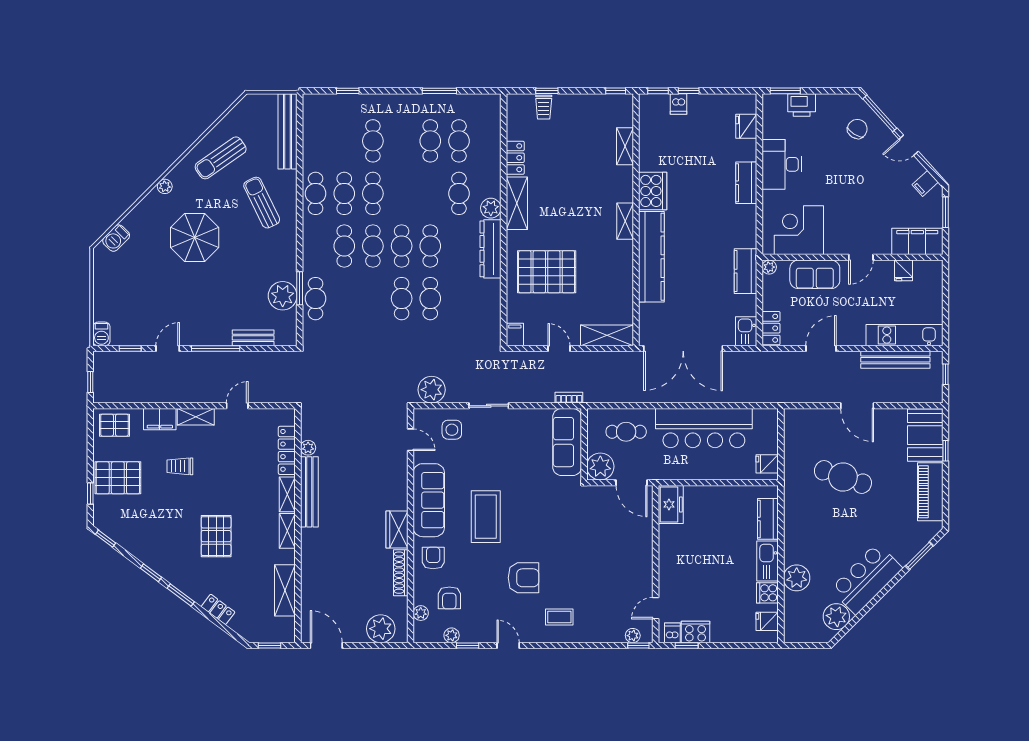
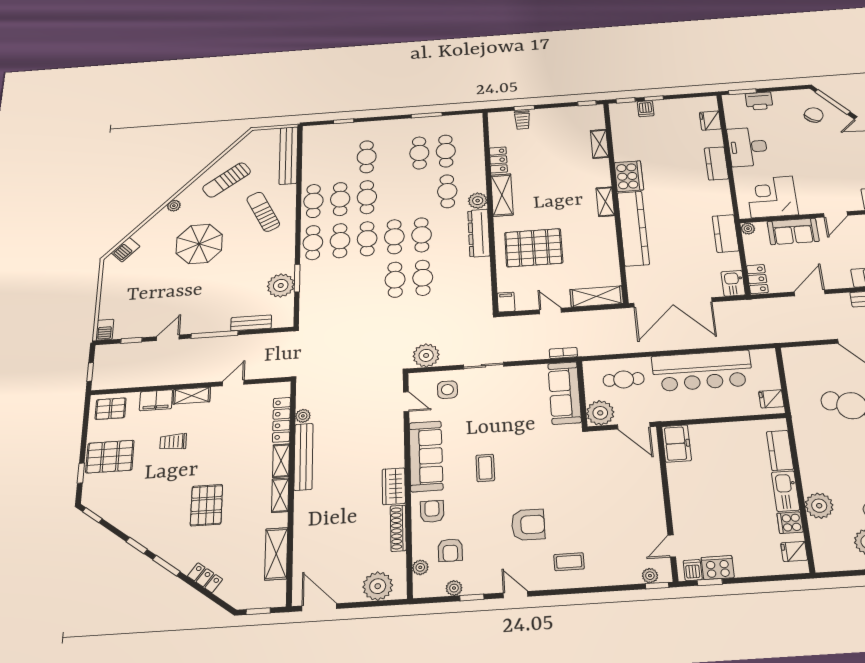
cafe table: (316, 299) -> (313, 243), moved
coffee table: (486, 517) -> (485, 468), width x0.54, depth x0.58

